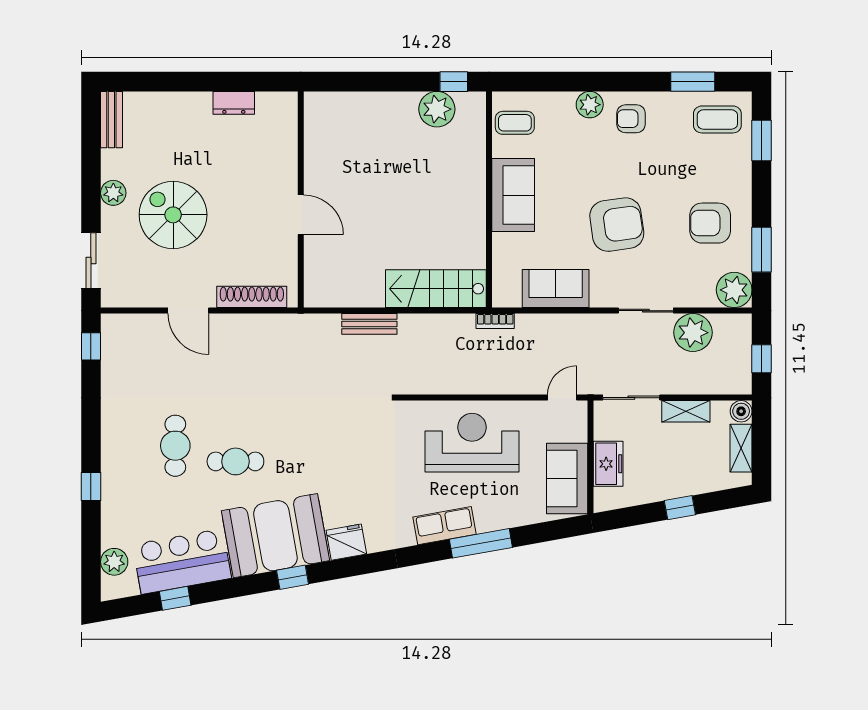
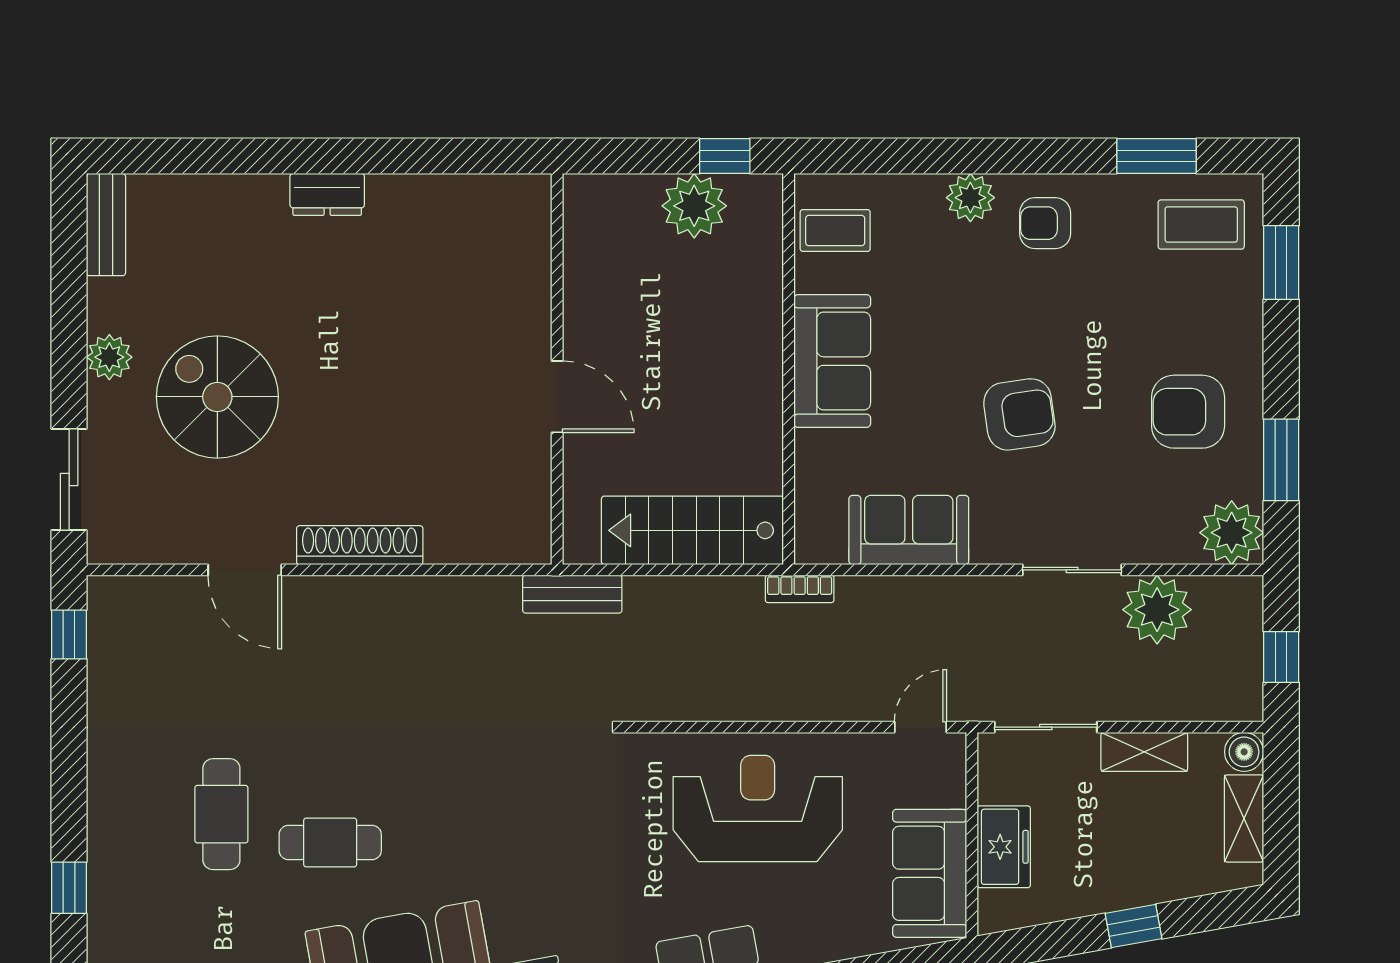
wall: (301, 199) -> (557, 369), moved
door: (301, 215) -> (557, 397), moved
armchair: (617, 225) -> (1019, 414), width x0.73, depth x0.73

